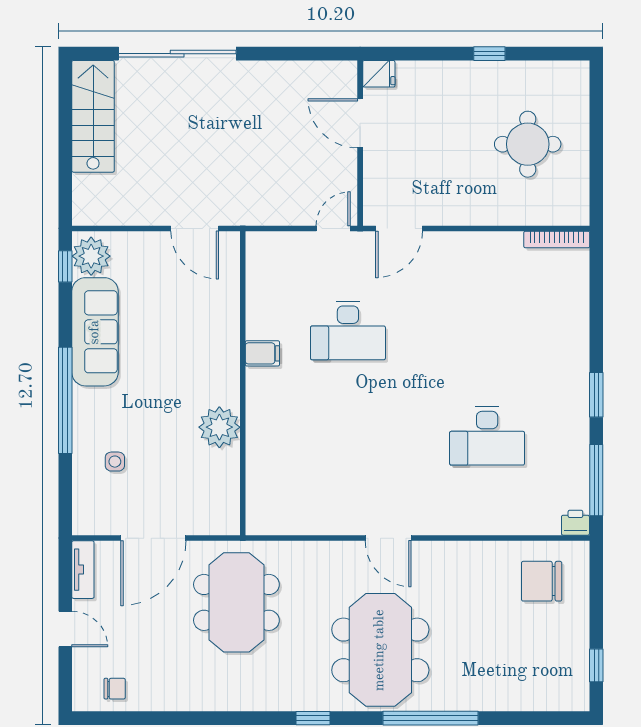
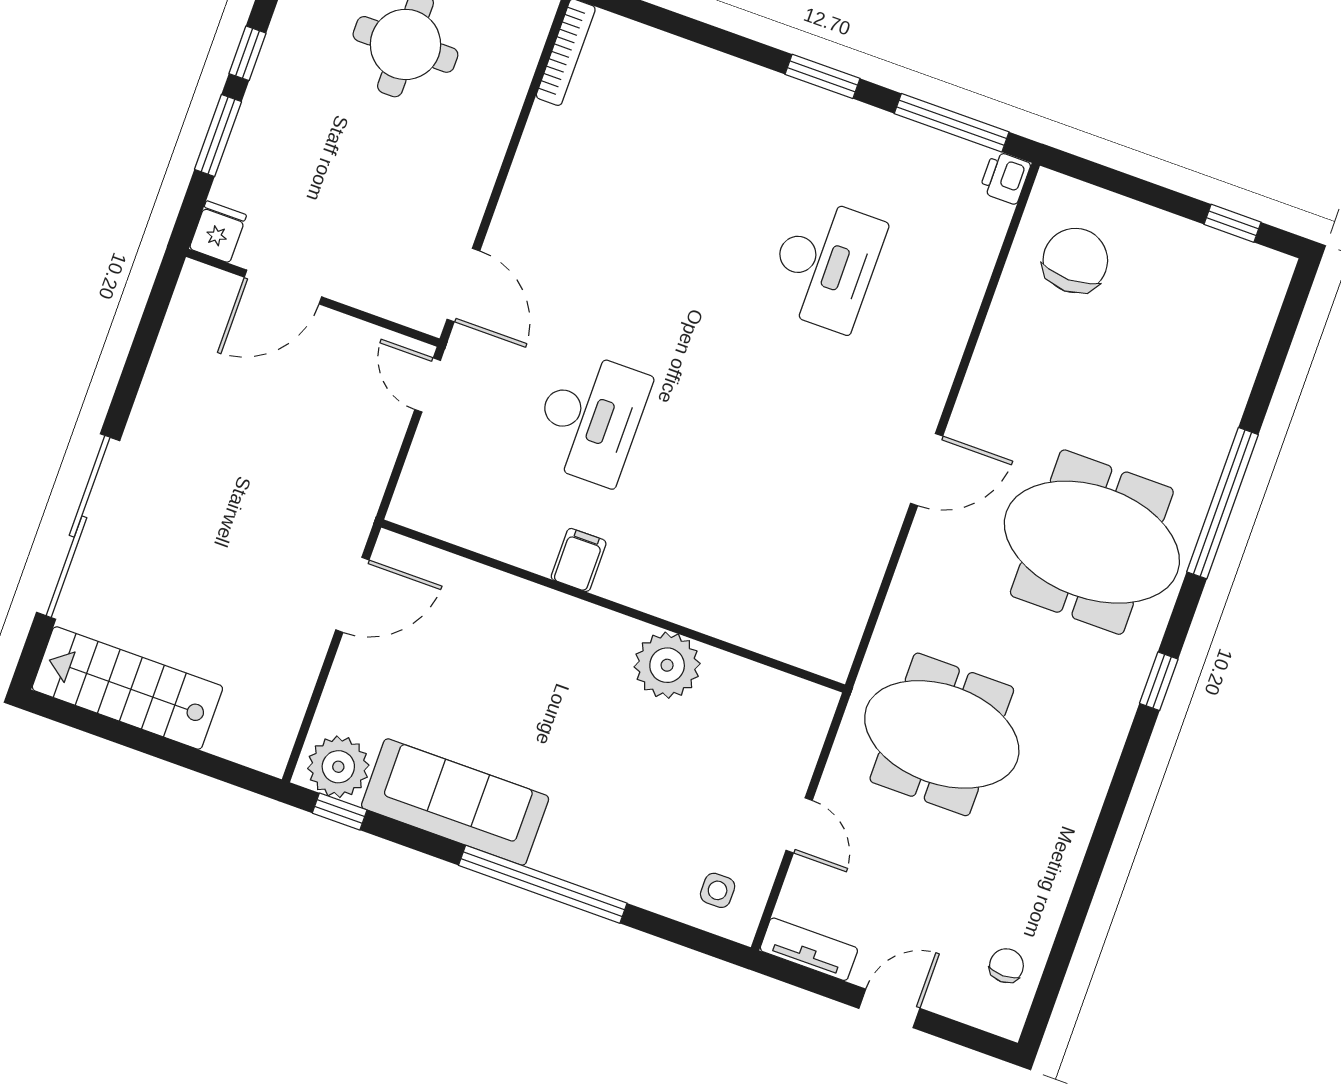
window: (435, 54) -> (218, 136), added
side table: (115, 462) -> (718, 890), moved
door: (153, 538) -> (799, 825), width x0.53
chair: (542, 581) -> (1075, 260), turned 180

